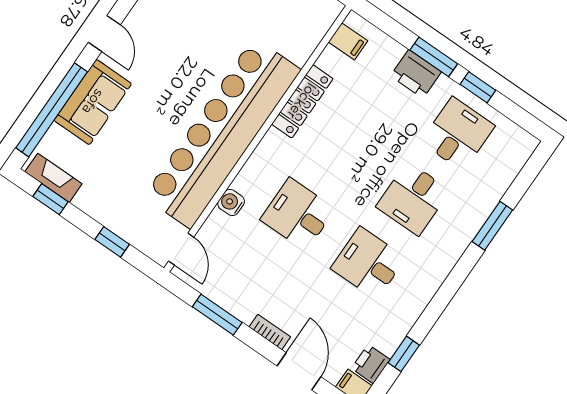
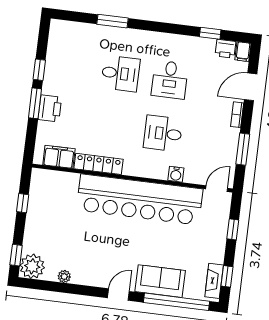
filing cabinet: (348, 41) -> (59, 157), width x2.00
desk: (458, 134) -> (71, 67), removed
desk: (298, 214) -> (163, 133), turned 90

